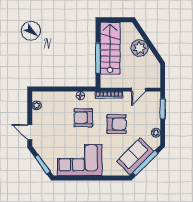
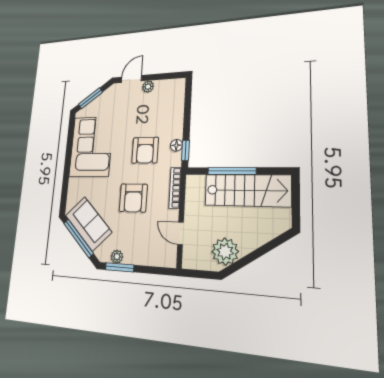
plant: (140, 48) -> (225, 252), moved
window: (84, 89) -> (185, 150), added
plant: (37, 105) -> (148, 87), moved
window: (163, 109) -> (120, 267), moved
armchair: (83, 118) -> (145, 150), turned 180

